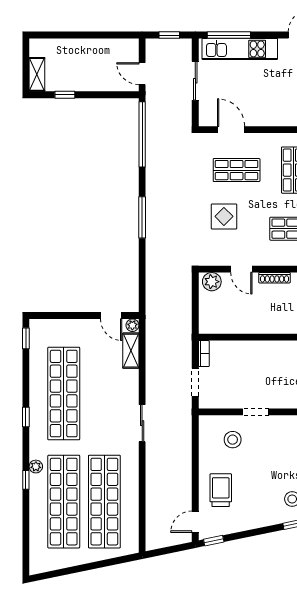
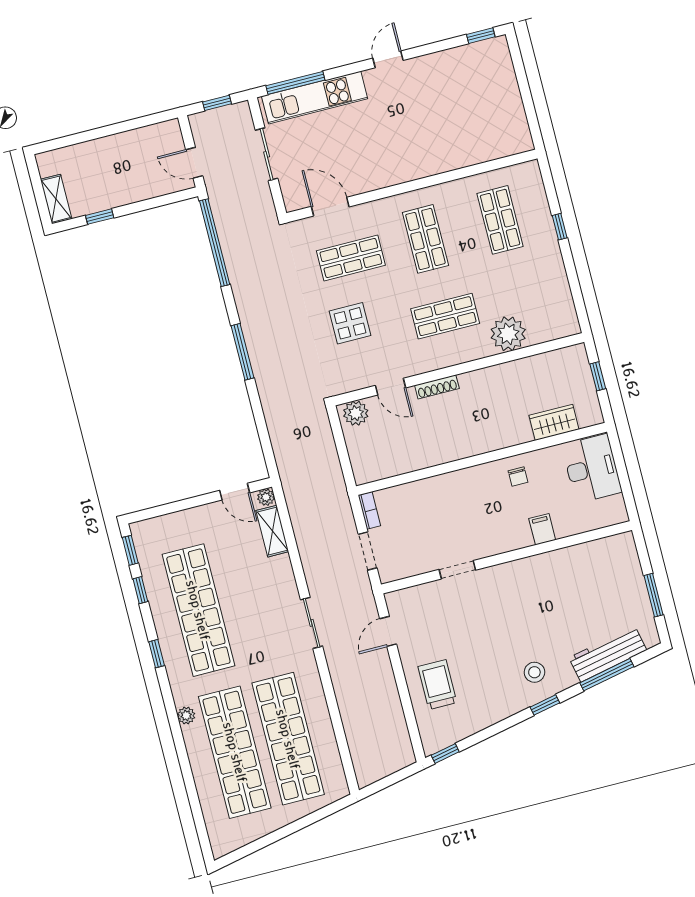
stool: (233, 440) -> (436, 614), removed
window: (26, 480) -> (140, 590), moved
door: (195, 522) -> (388, 631), moved

